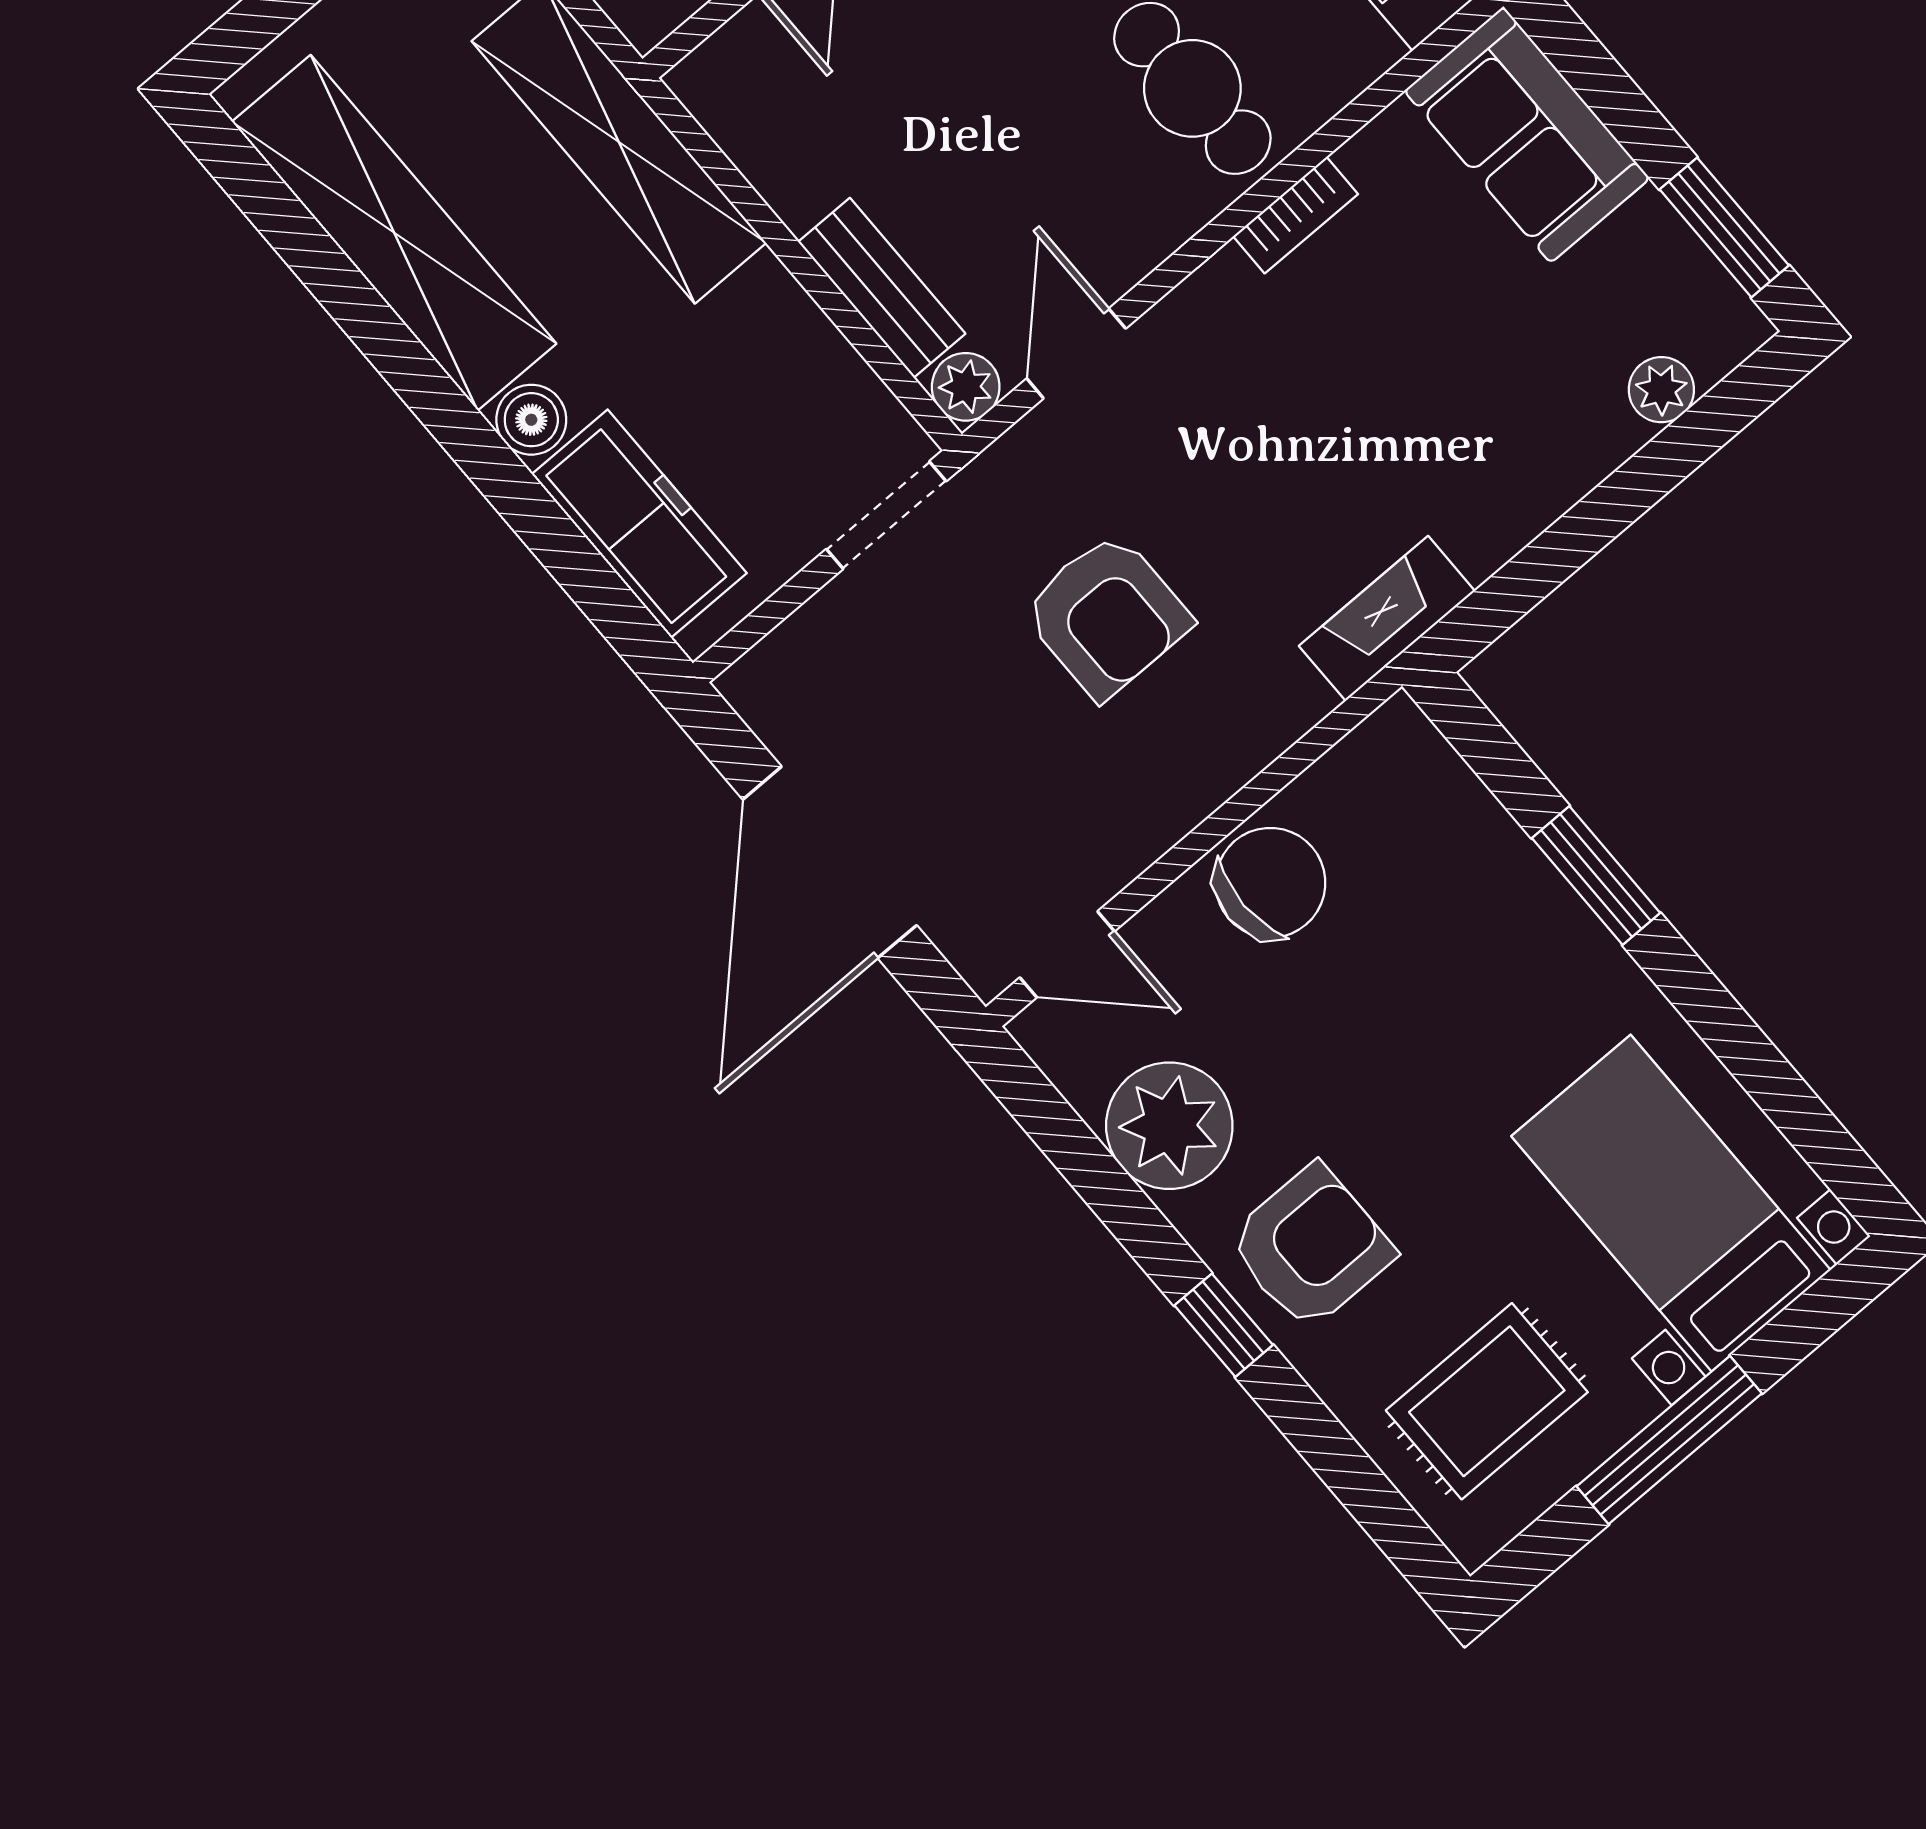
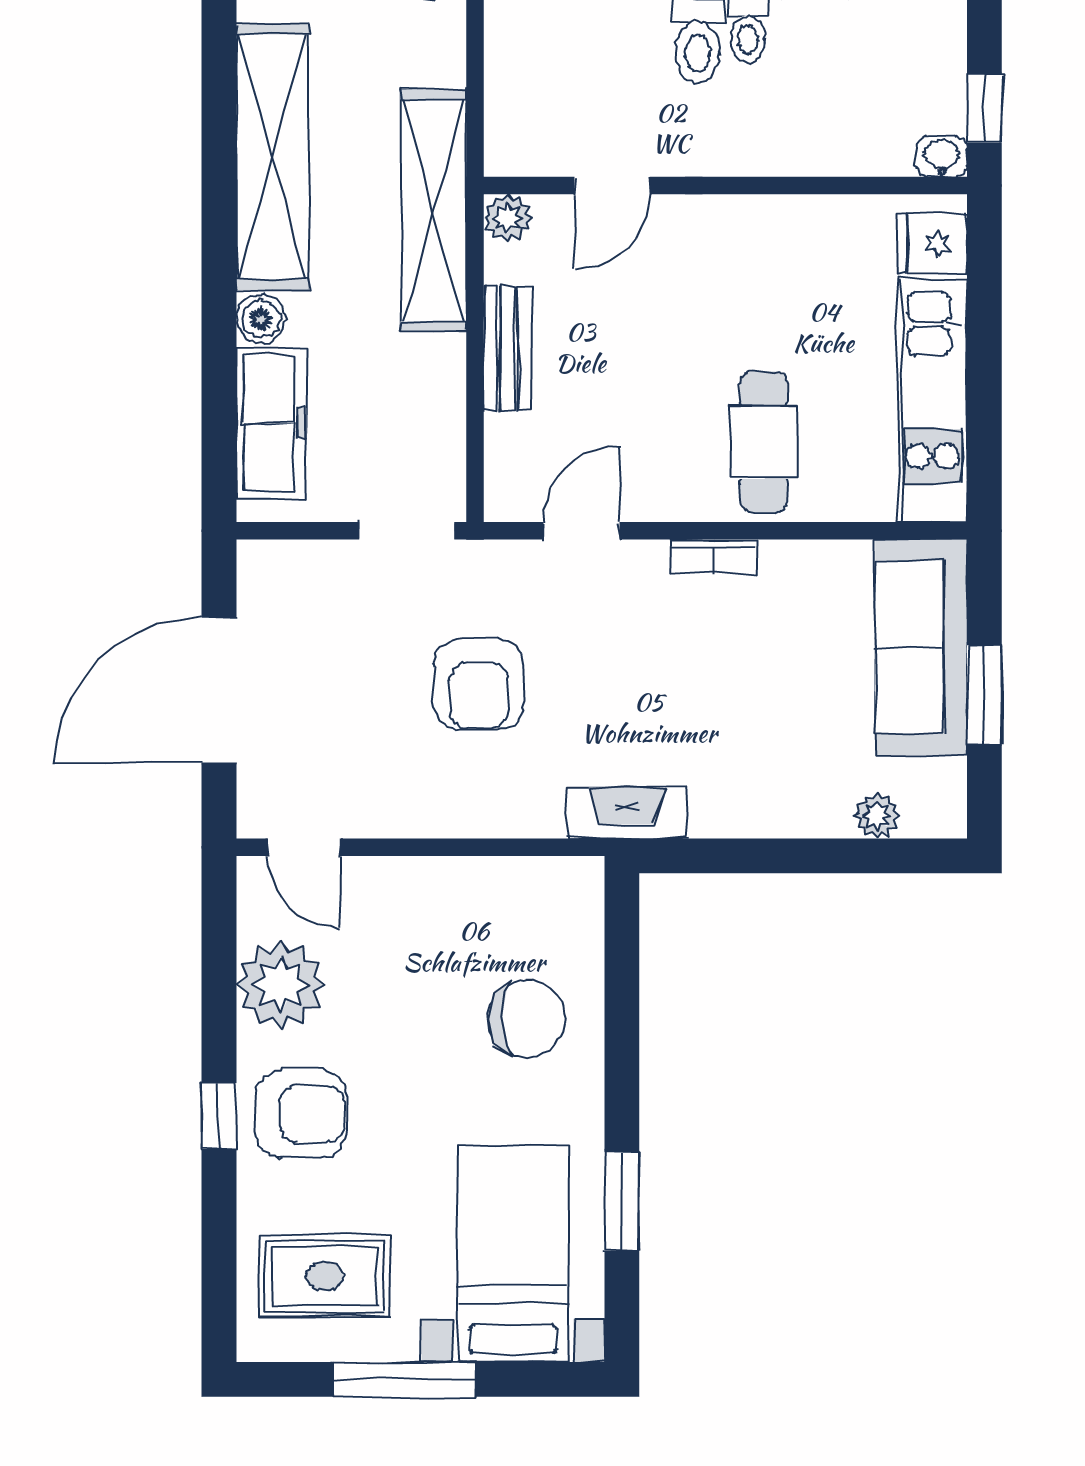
sofa: (1527, 135) -> (921, 647), width x1.36
bookcase: (1296, 215) -> (714, 557), moved
window: (1724, 227) -> (984, 695), moved
bench: (882, 288) -> (508, 348), moved
plant: (966, 387) -> (507, 218), moved
window: (1596, 875) -> (622, 1201), moved
chair: (1270, 883) -> (526, 1018), moved

